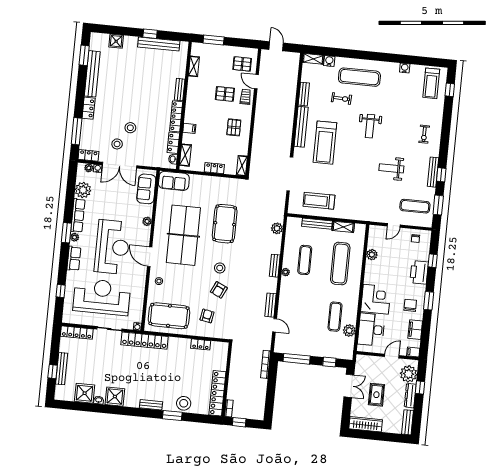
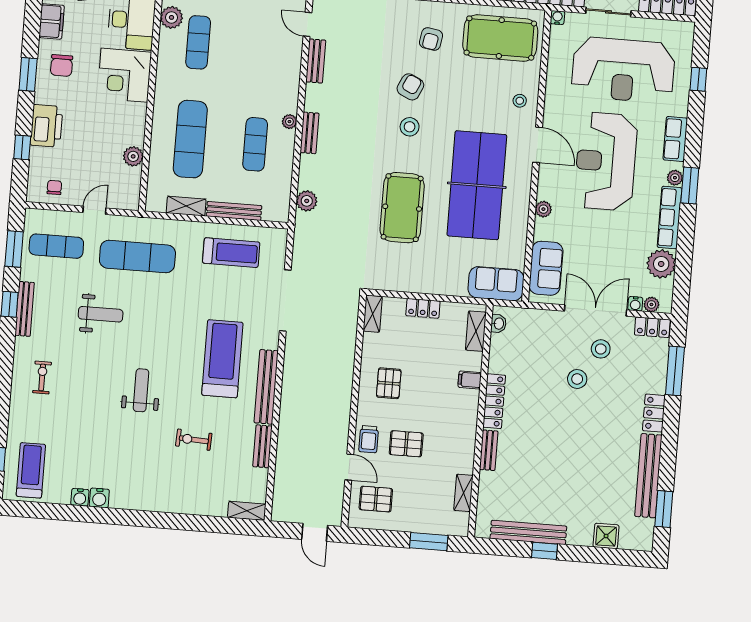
water cooler: (329, 61) -> (99, 498), moved
exercise mat: (359, 77) -> (137, 257), moved
locker: (173, 143) -> (498, 353), removed

